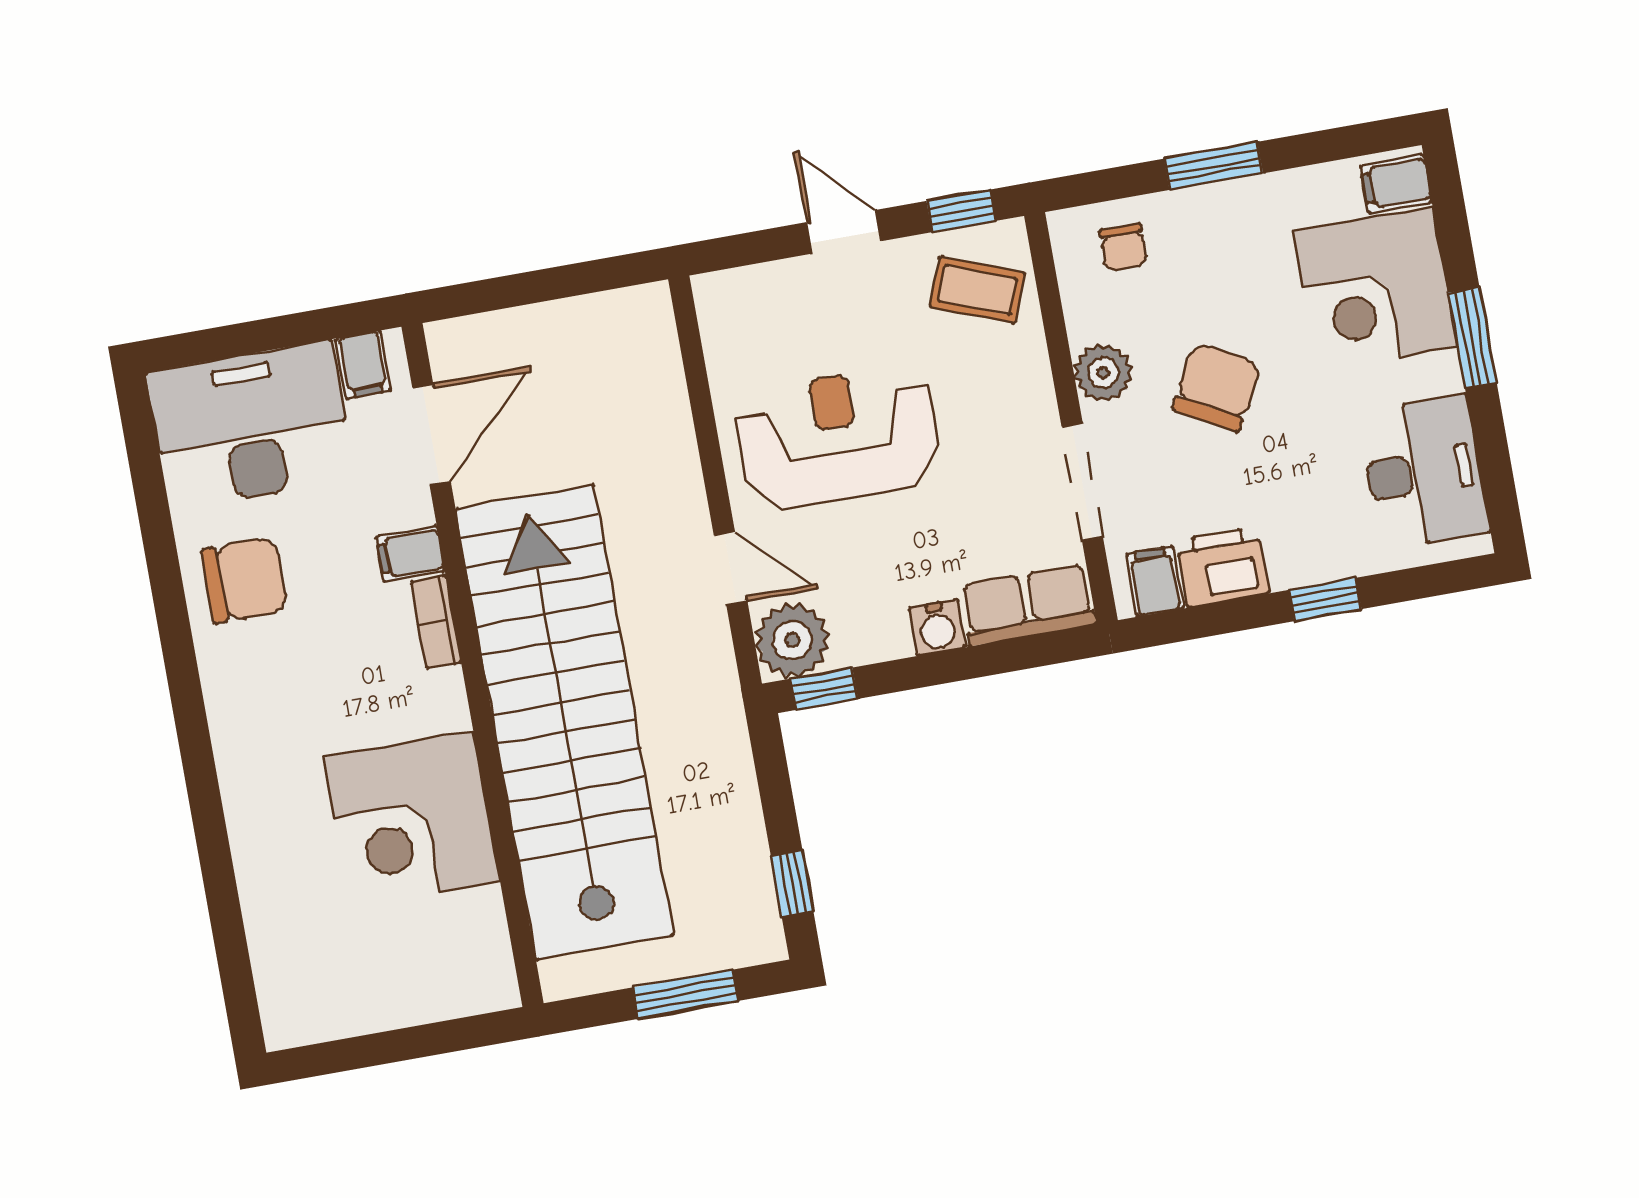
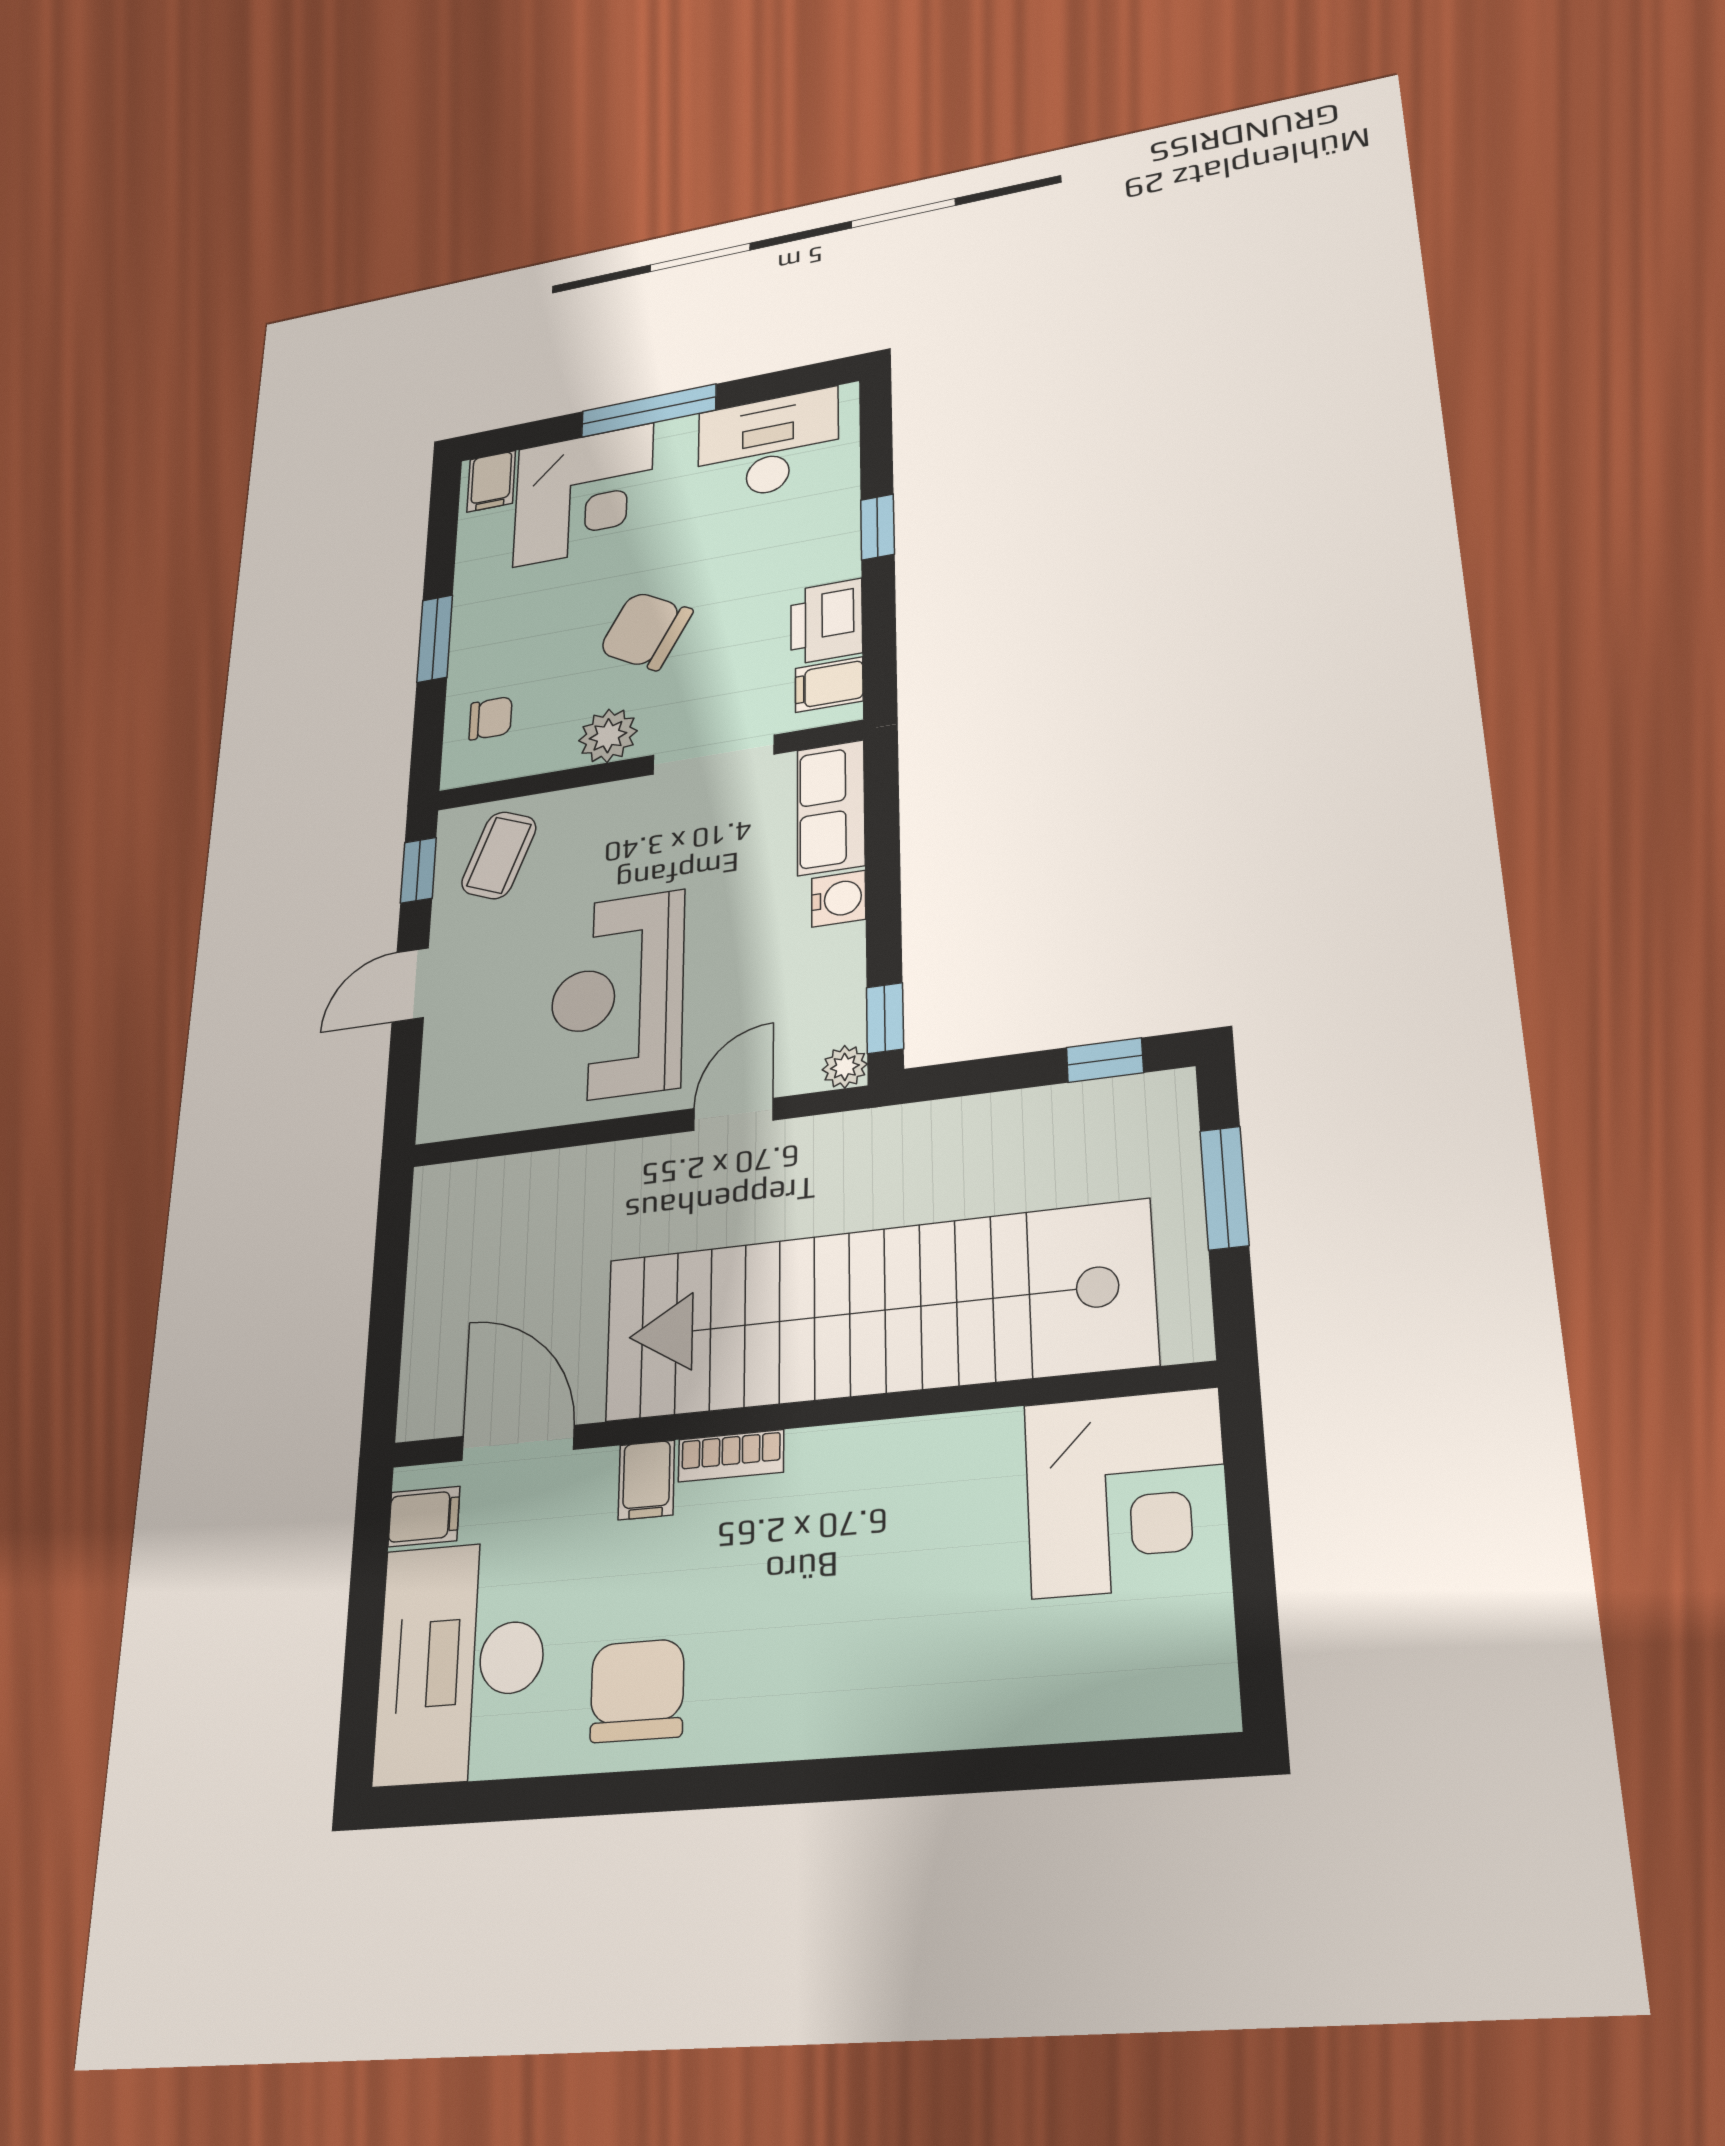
window: (1472, 338) -> (649, 411), width x1.44
plant: (792, 640) -> (845, 1067), width x0.53, depth x0.53
corner desk: (412, 819) -> (1126, 1492), moved

